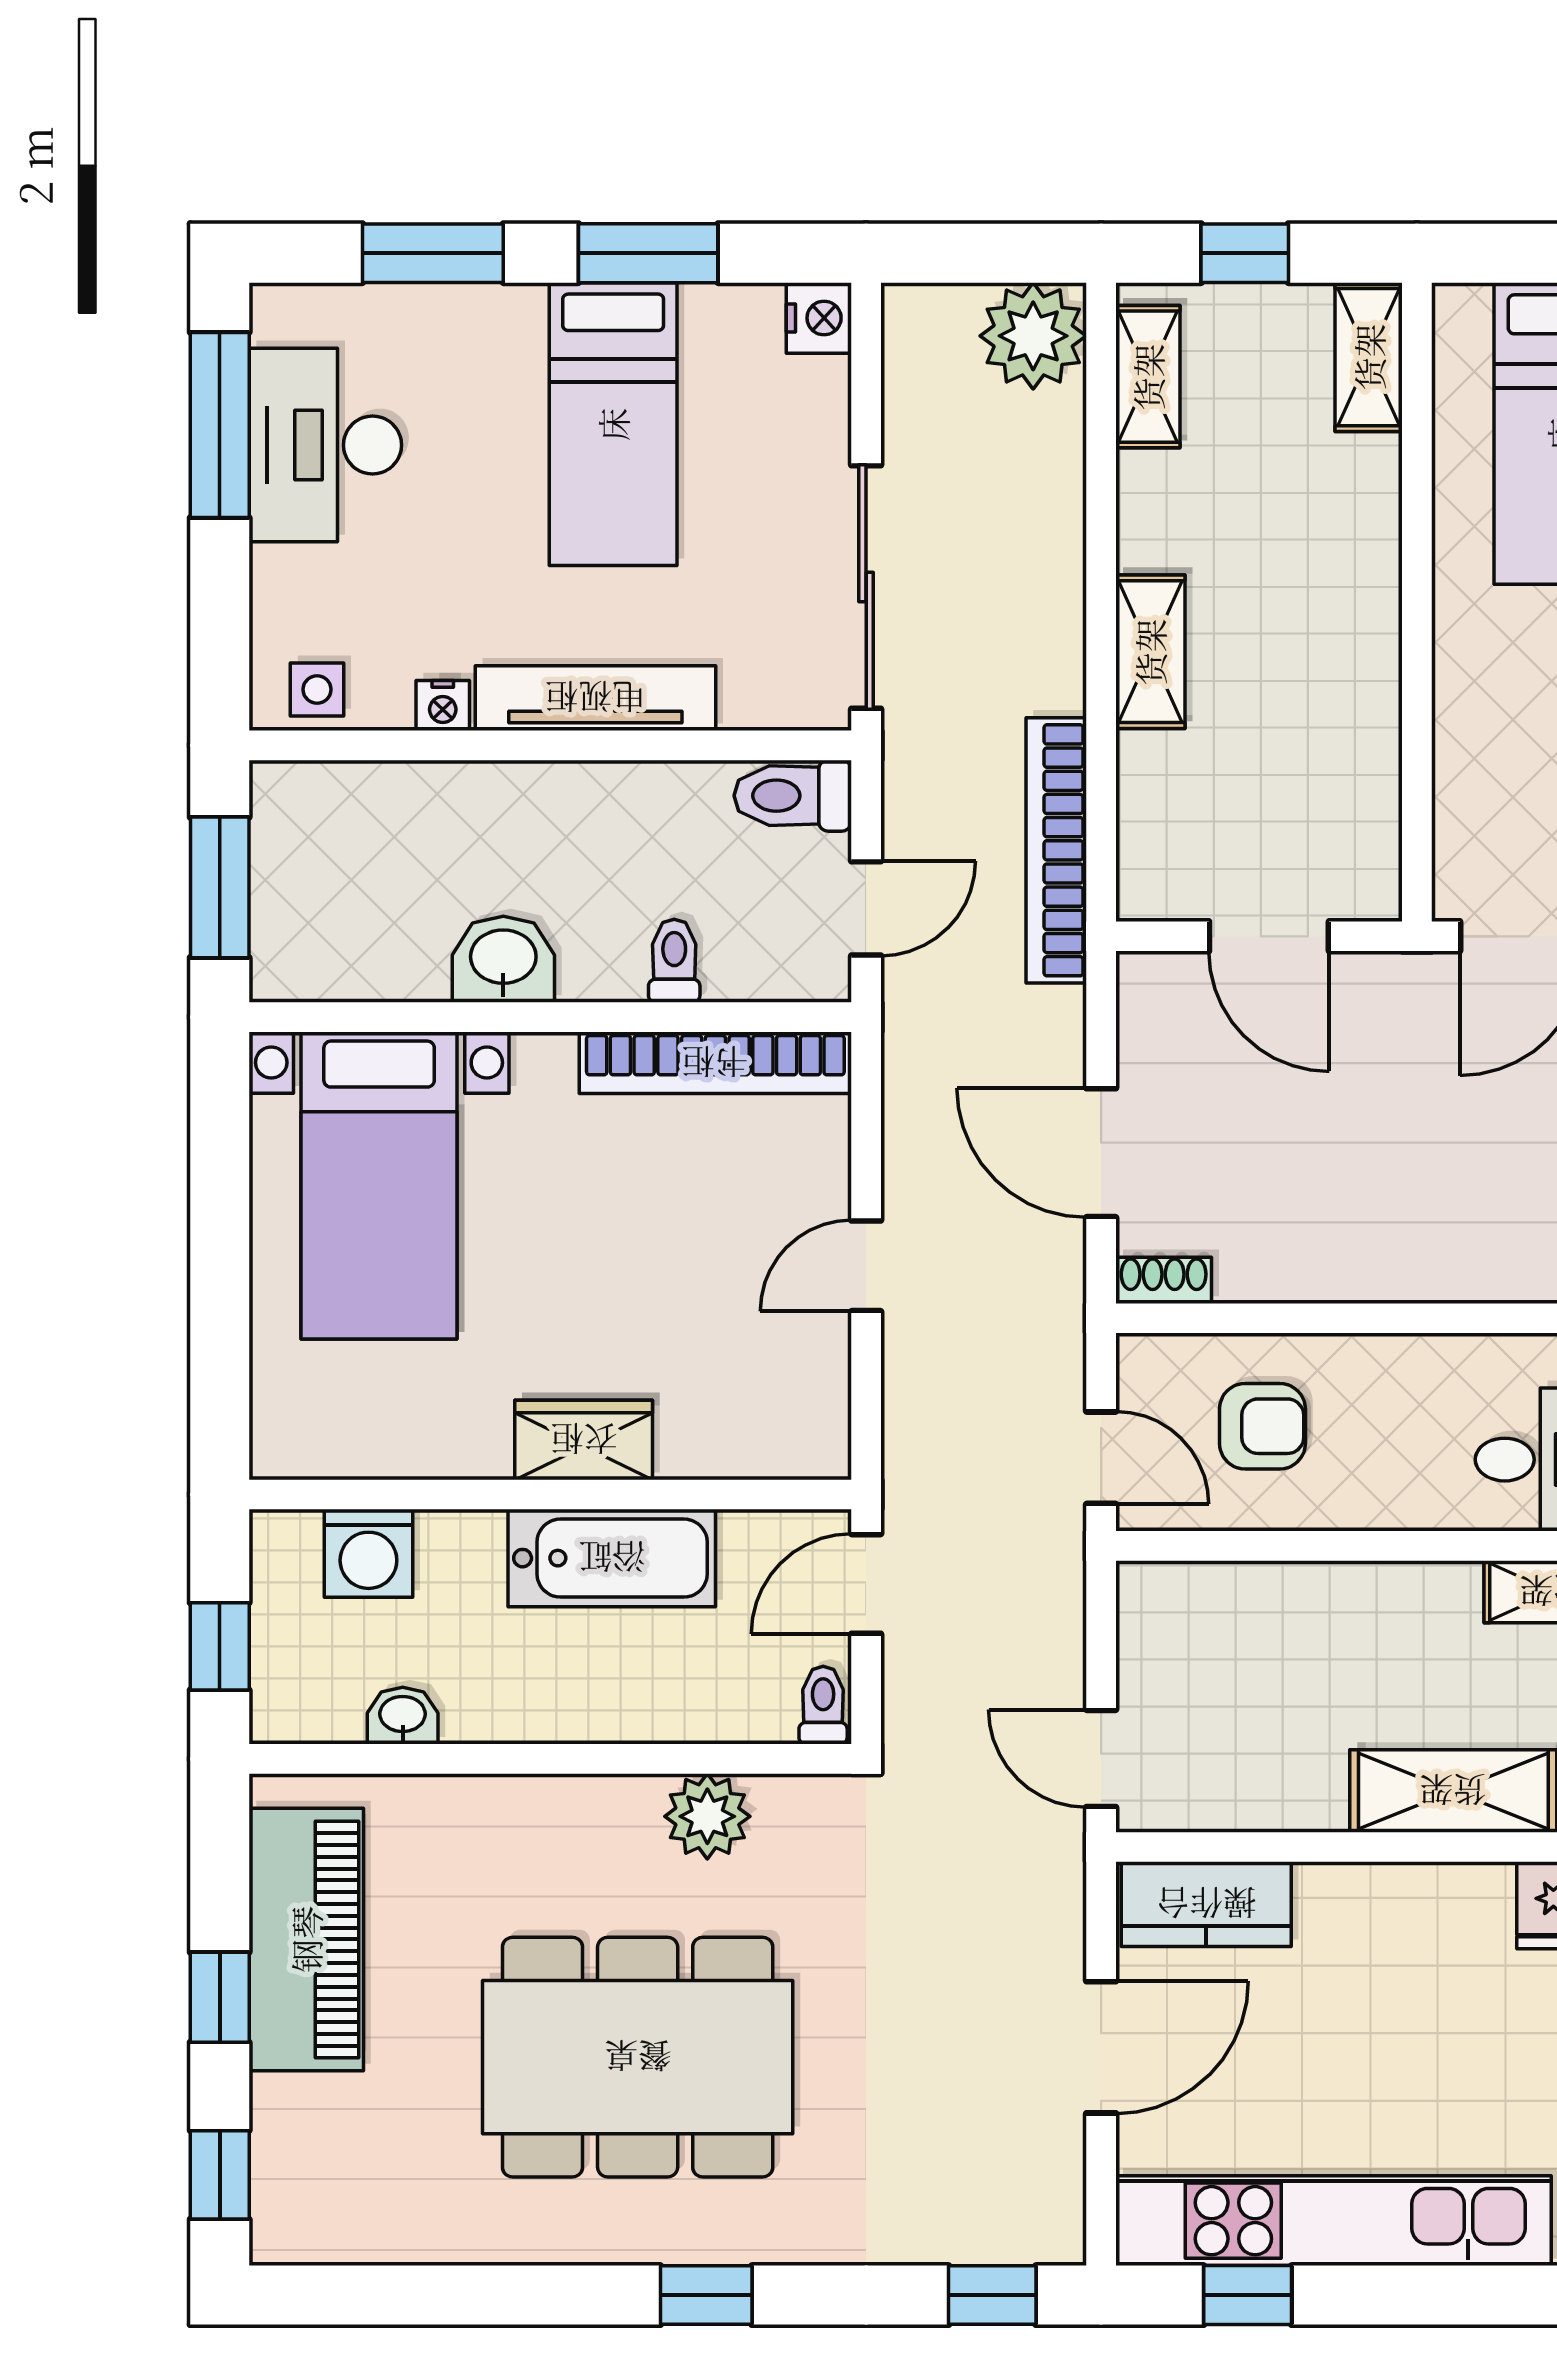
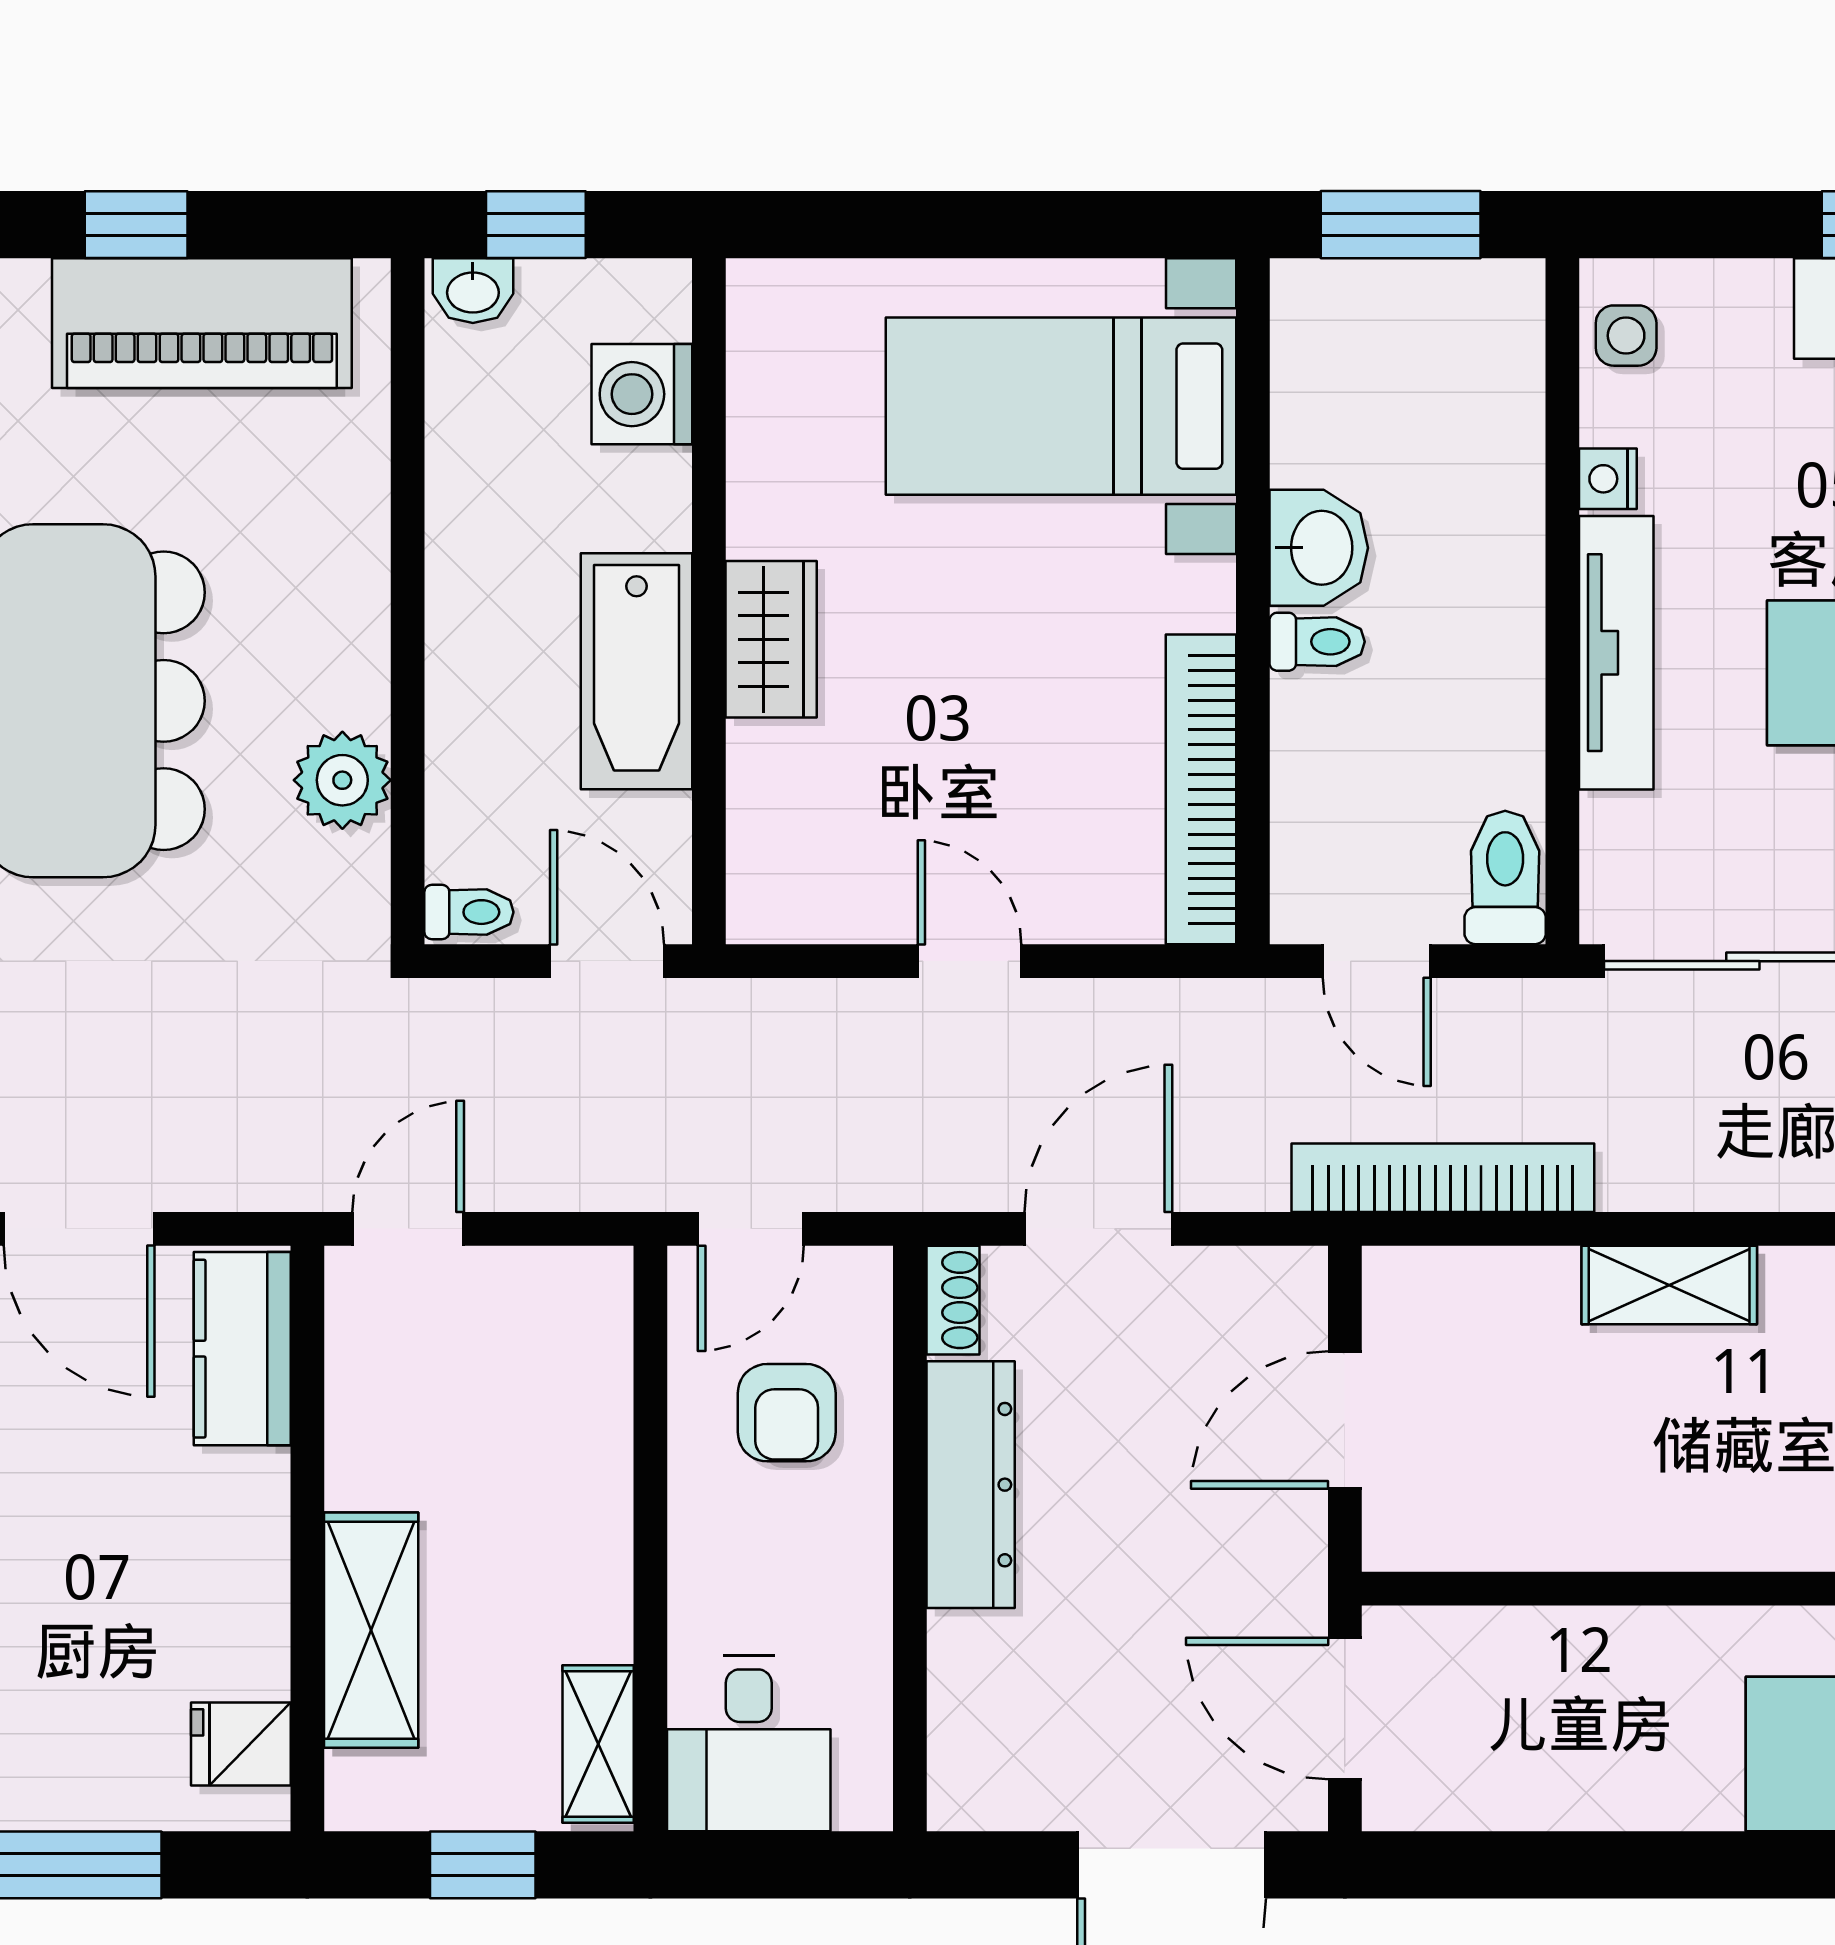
toilet: (674, 961) -> (1317, 642), moved
dresser: (1326, 1265) -> (971, 1485), added
washbasin: (403, 1716) -> (473, 291), moved, turned 90

